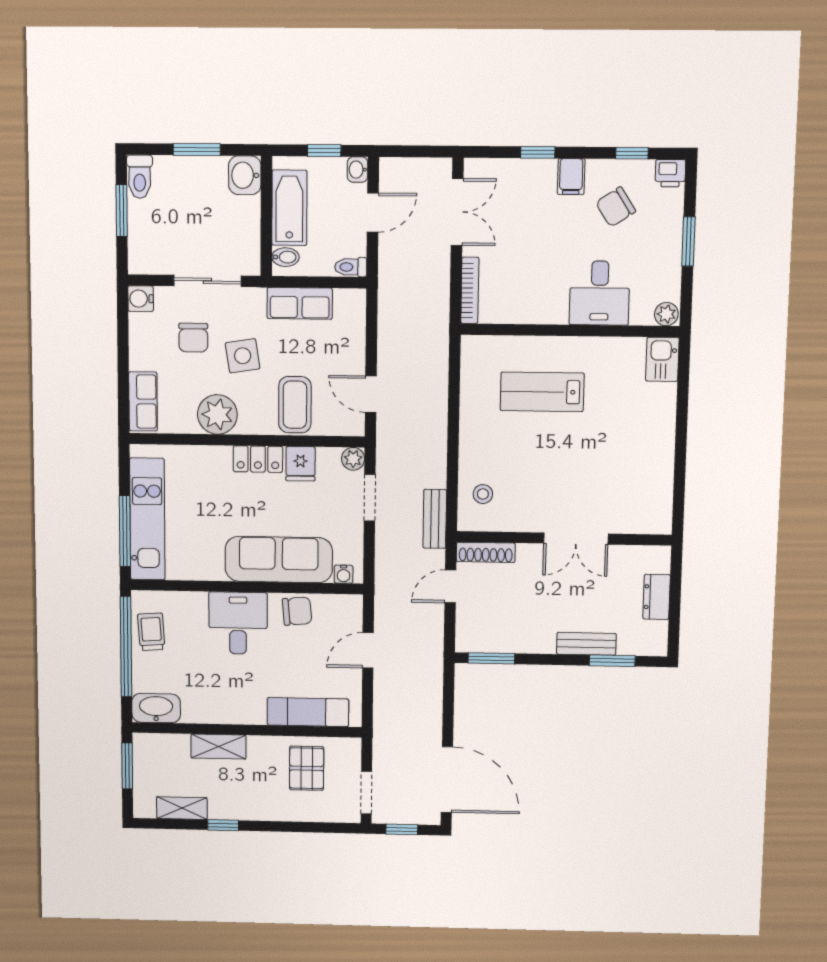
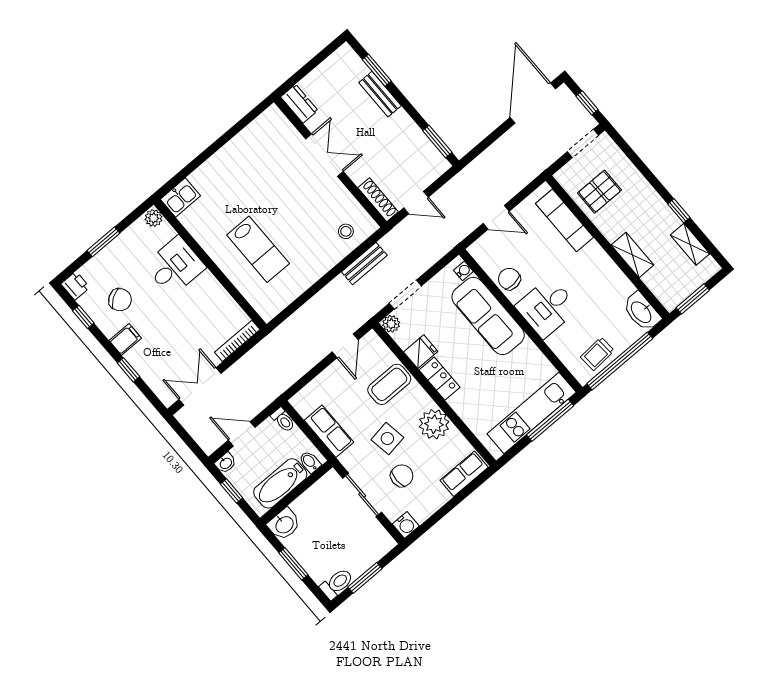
bench: (435, 519) -> (364, 264), moved
dresser: (657, 597) -> (299, 104), moved, turned -90

